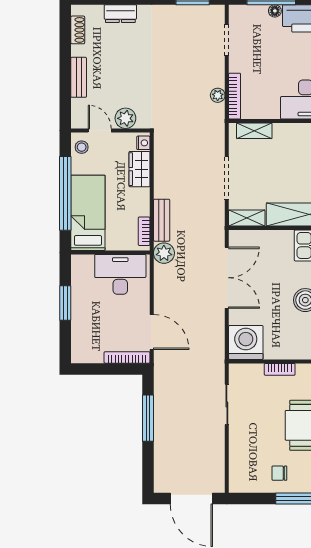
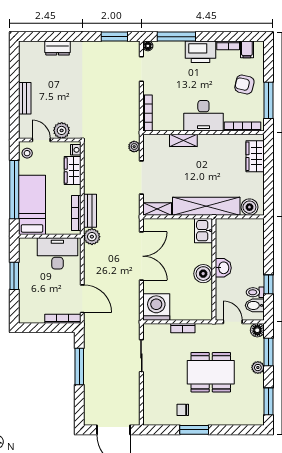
floor lamp: (275, 11) -> (148, 46), moved
shoe rack: (78, 30) -> (24, 61), removed
plant: (218, 95) -> (134, 147), moved
shelving: (254, 131) -> (183, 140), moved
bookcase: (144, 231) -> (76, 213), width x1.56

